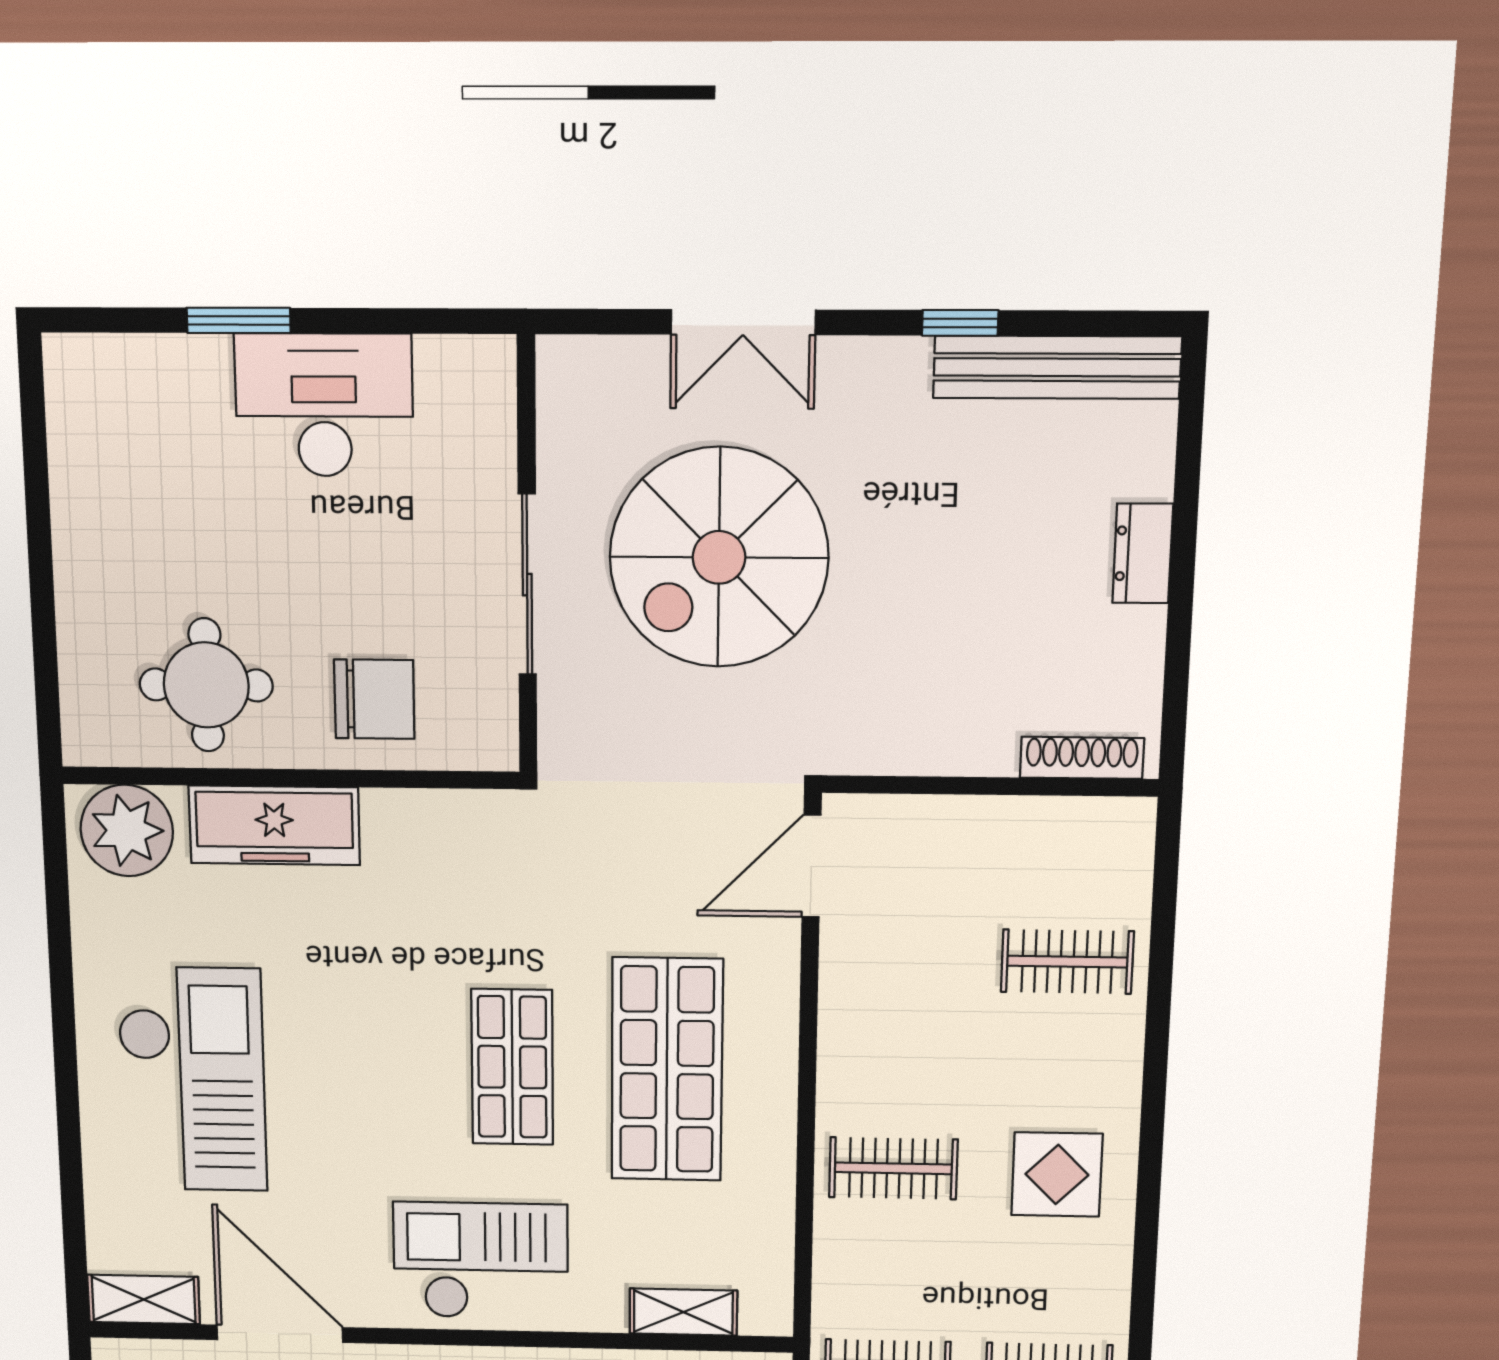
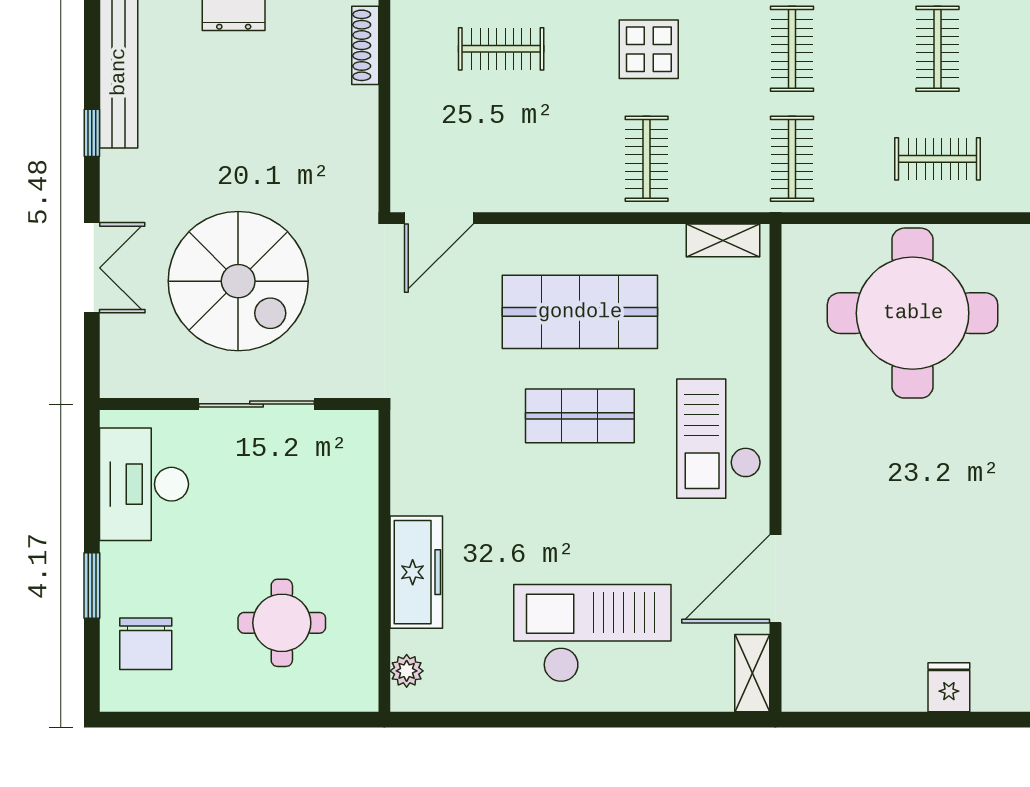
desk: (324, 405) -> (144, 484), moved
round table: (206, 685) -> (282, 623), moved
chair: (374, 699) -> (146, 644), moved, turned 180
plant: (127, 831) -> (407, 671), width x0.53, depth x0.53
door: (811, 866) -> (439, 218), hinge flipped
clothes rail: (1067, 962) -> (501, 49), turned 90
shelving: (683, 1312) -> (723, 240), moved, turned 90

